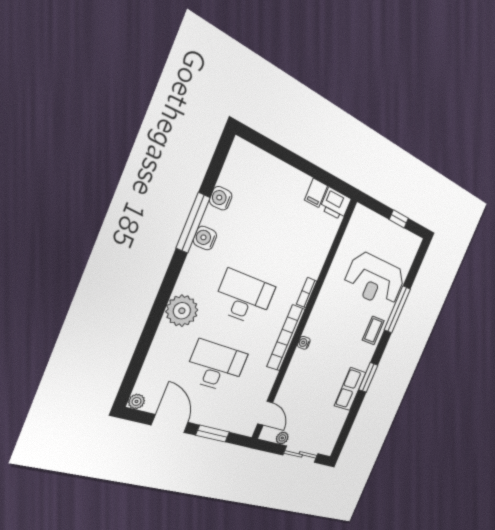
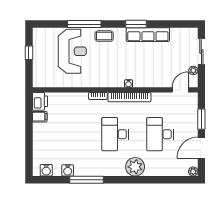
water cooler: (205, 238) -> (46, 170), moved
row of seats: (350, 389) -> (148, 35), width x1.48

